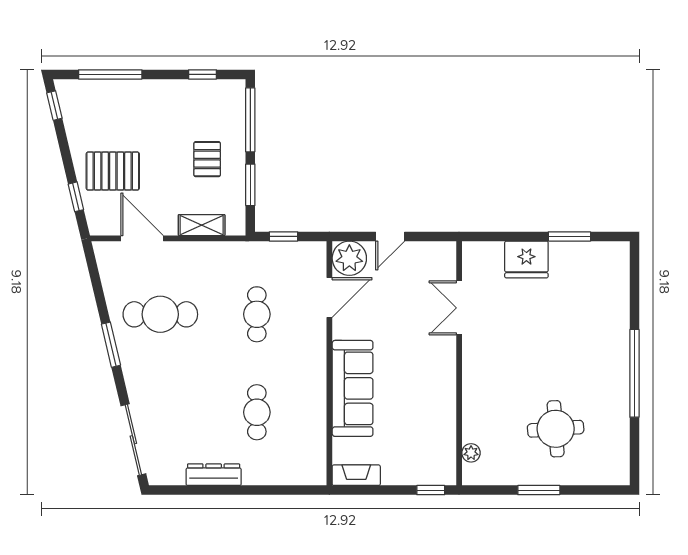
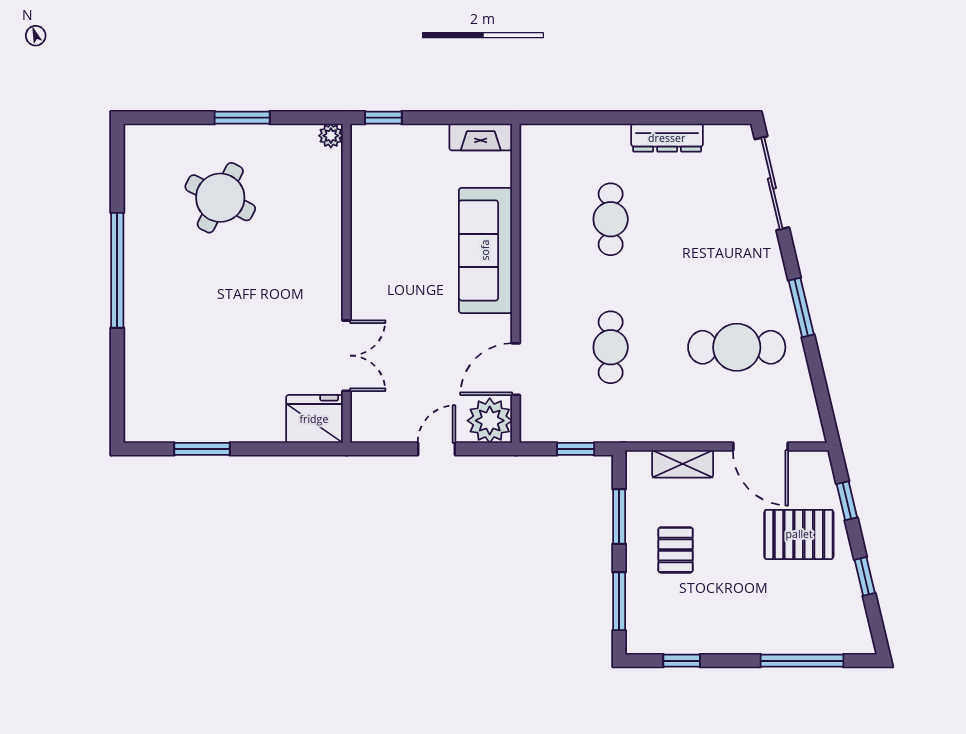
window: (54, 106) -> (865, 576), moved
window: (250, 120) -> (619, 601), width x0.69
fridge: (526, 259) -> (314, 419), moved
round table: (556, 429) -> (220, 198), turned 31
plant: (471, 453) -> (331, 136), moved

